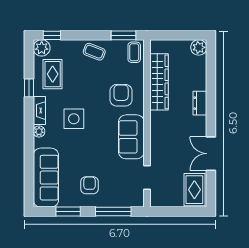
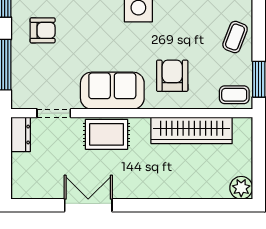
armchair: (121, 95) -> (172, 76), turned -90
dresser: (200, 103) -> (21, 134), moved, turned 90
rug: (194, 190) -> (107, 134), moved

